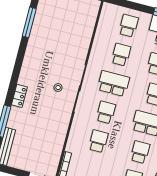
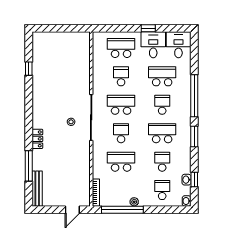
window: (29, 22) -> (29, 69), width x0.46
school desk: (128, 26) -> (121, 48), width x1.85
school desk: (98, 141) -> (121, 162), width x1.85

